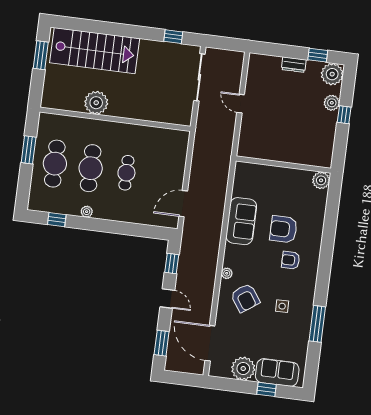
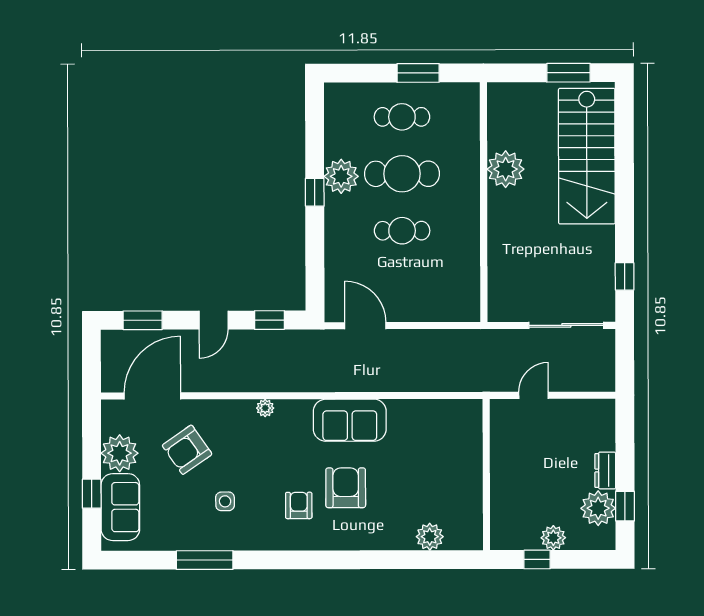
plant: (332, 74) -> (598, 508), moved
cafe table: (55, 164) -> (402, 117), width x0.73, depth x0.74
wall: (283, 165) -> (486, 475), moved
plant: (87, 212) -> (341, 176), width x1.88, depth x1.88
window: (57, 220) -> (315, 192), moved
armchair: (245, 298) -> (187, 450), moved

